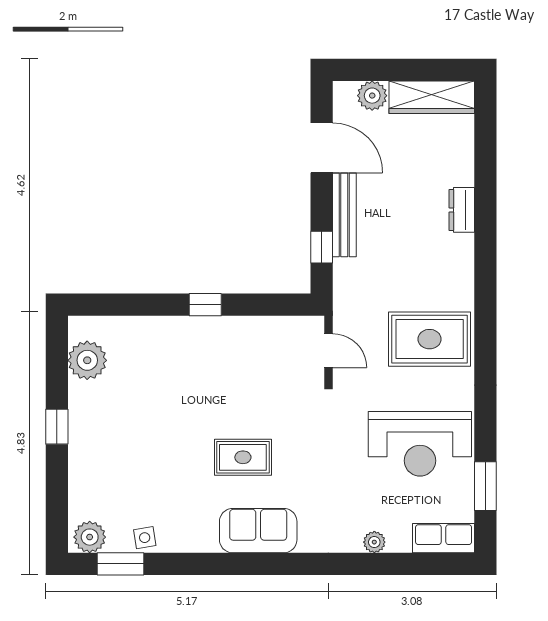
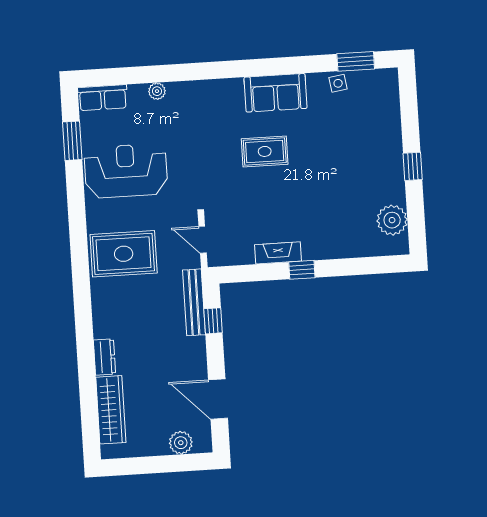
wardrobe: (432, 97) -> (111, 410), moved, turned 90
bench: (344, 215) -> (194, 302), moved
fireplace: (234, 328) -> (278, 253), added
sofa: (258, 531) -> (276, 93), moved
plant: (90, 537) -> (381, 81), removed

